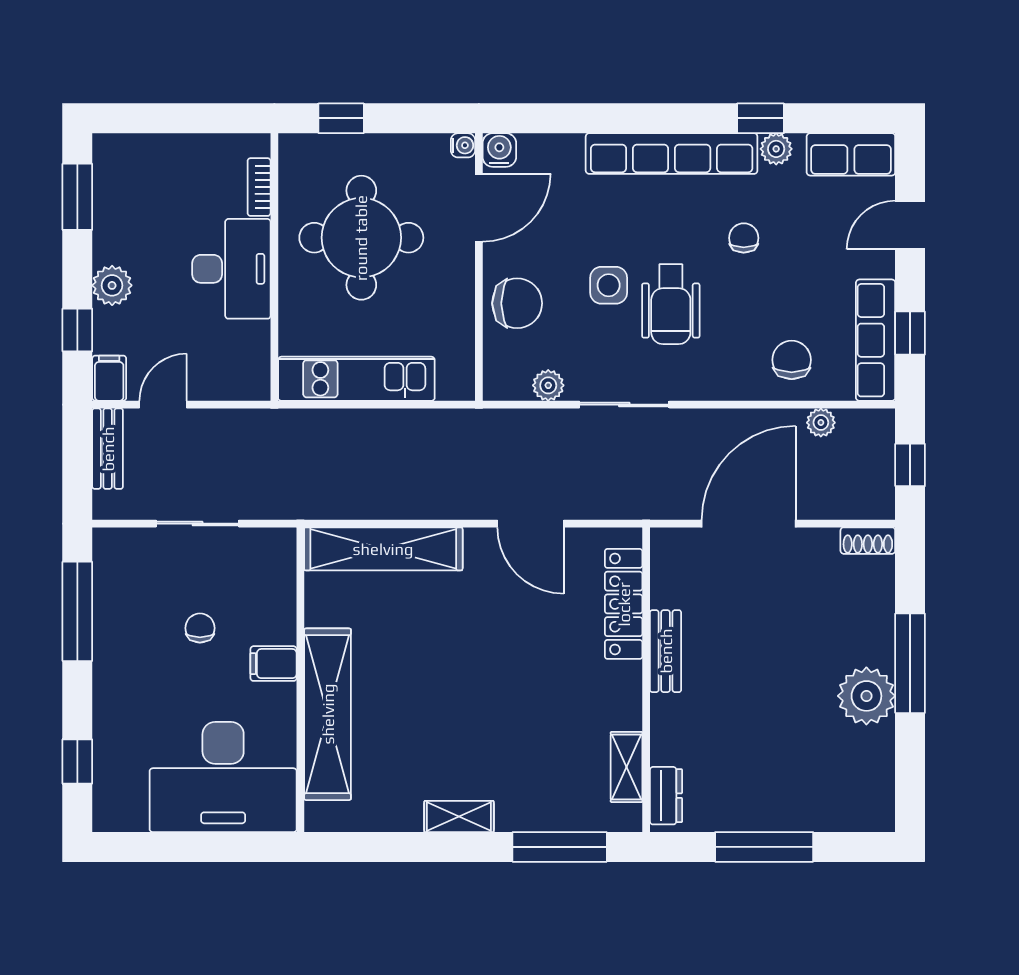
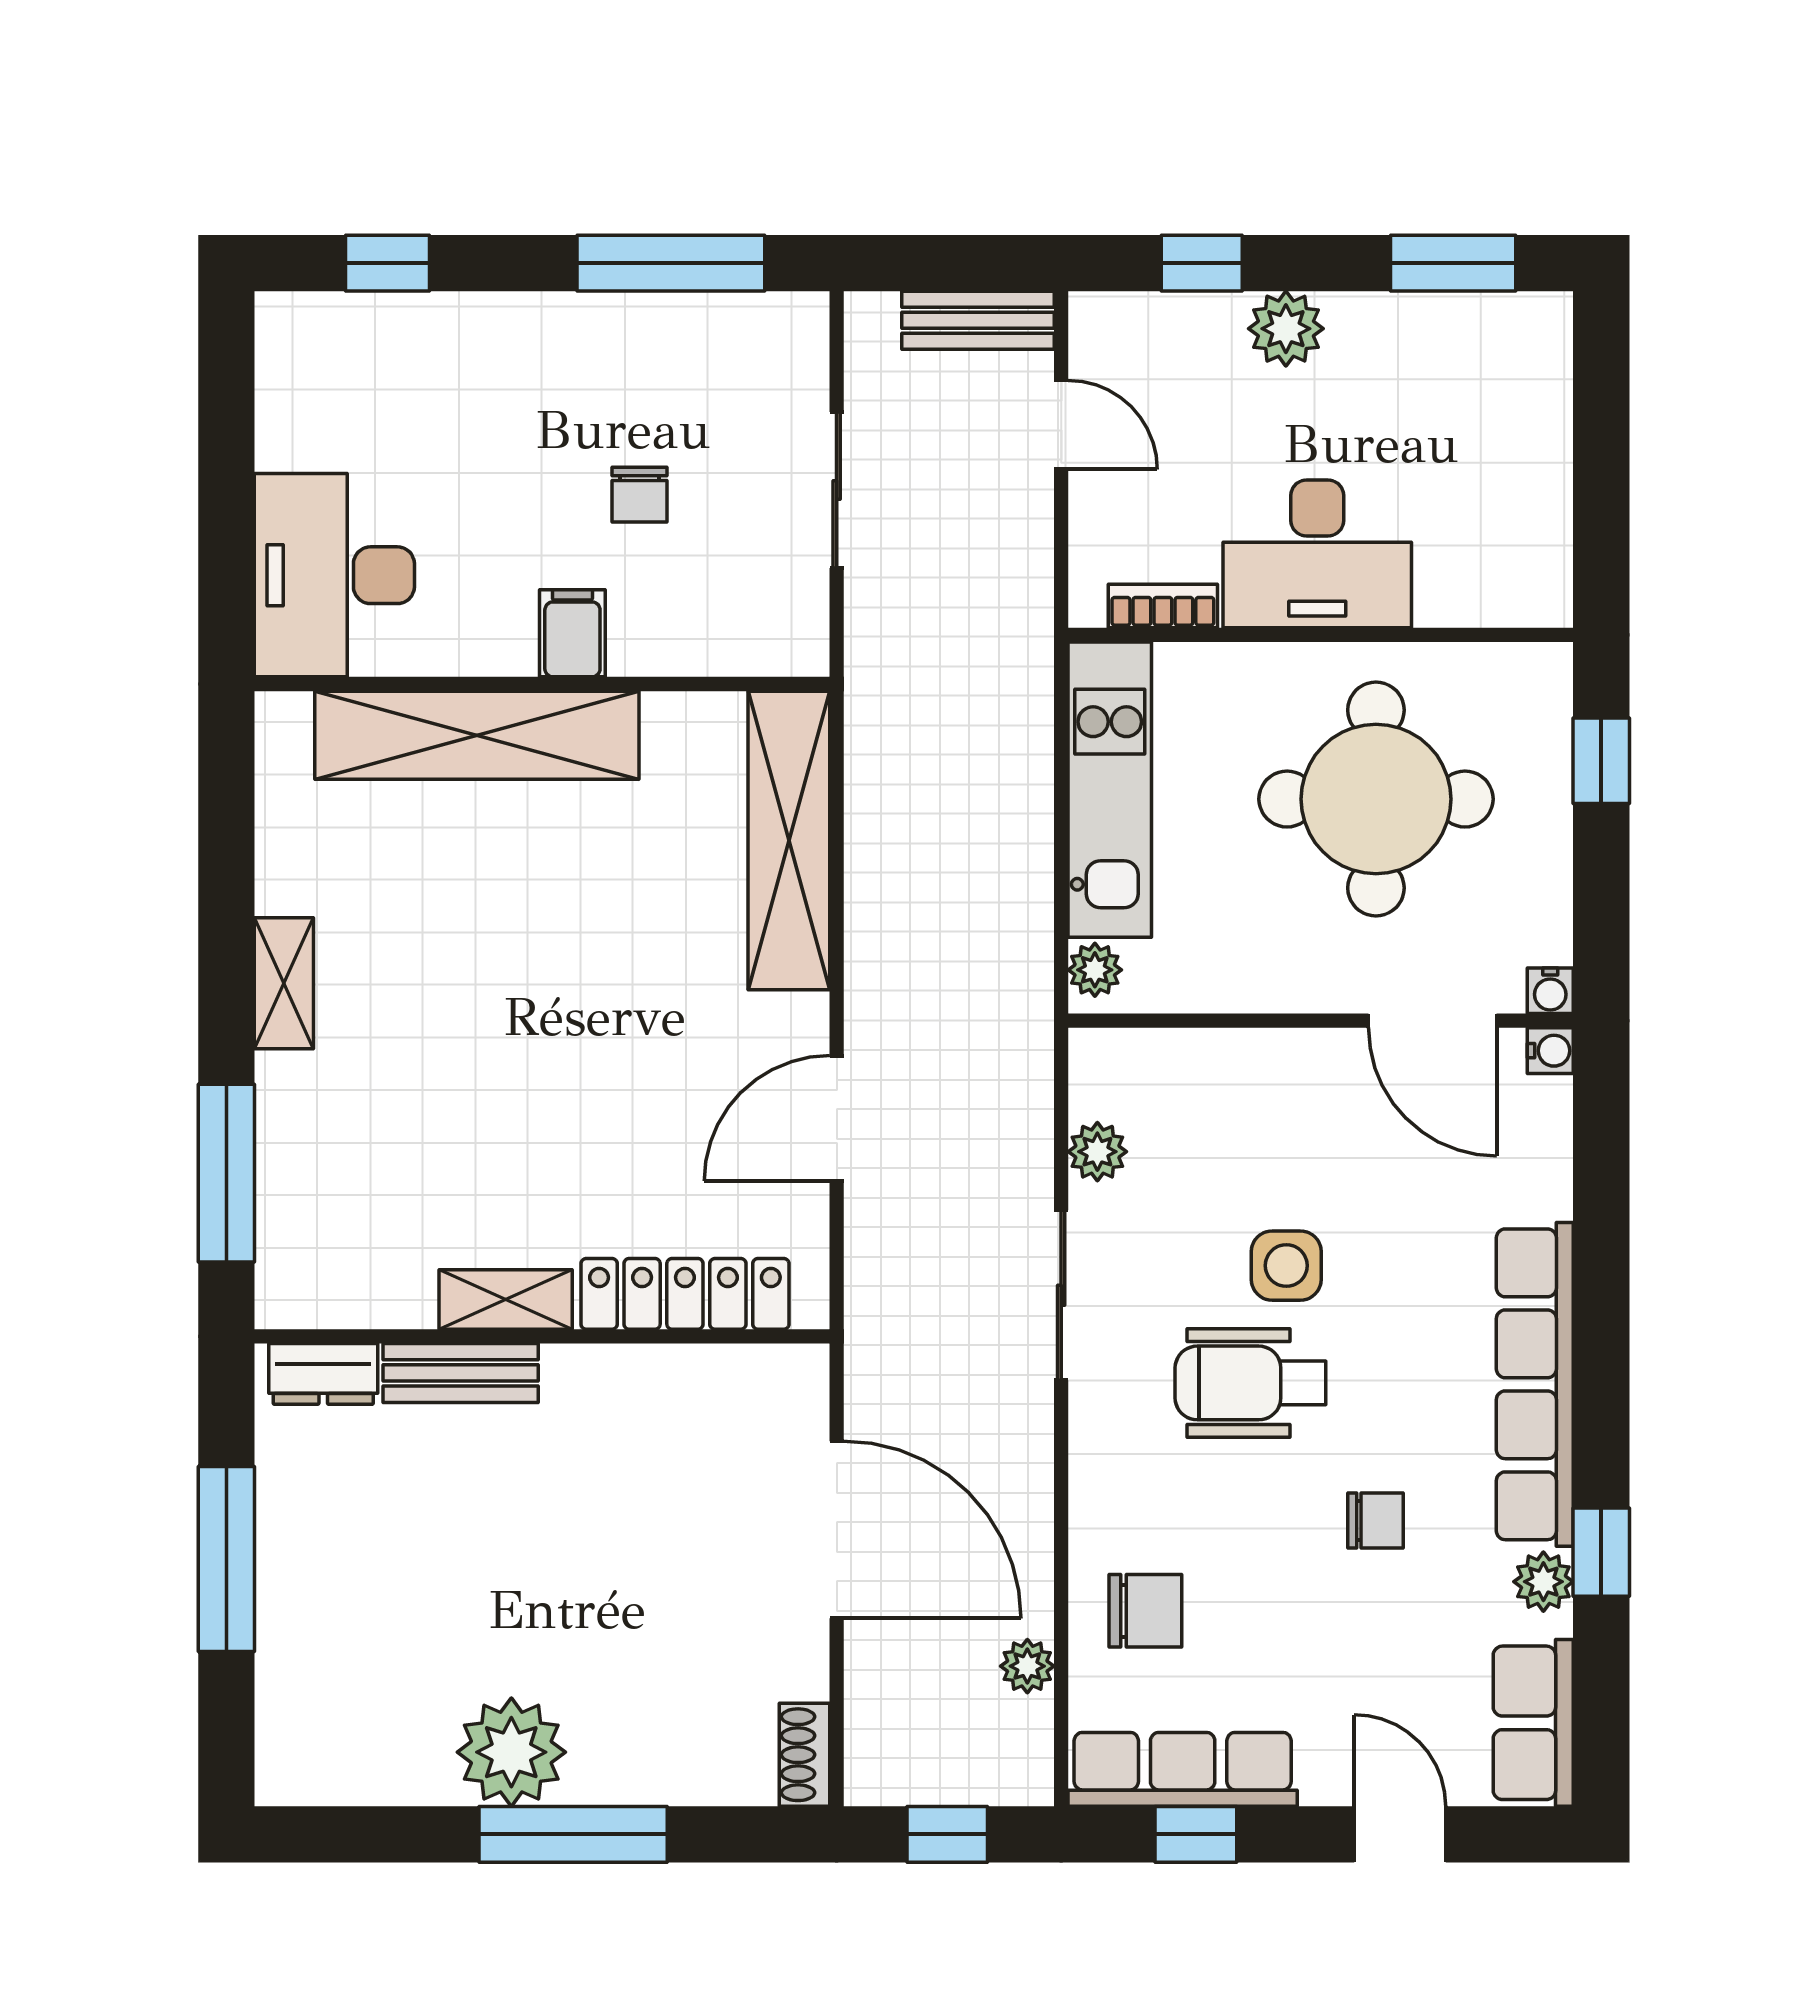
water cooler: (499, 150) -> (1550, 1051), width x0.72, depth x0.72
bookcase: (259, 187) -> (1163, 606), moved
chair: (517, 303) -> (1252, 1093), removed
filing cabinet: (109, 378) -> (1111, 323), removed
plant: (452, 387) -> (1095, 970), added
chair: (200, 628) -> (639, 495), turned 90
bench: (666, 651) -> (461, 1373), moved
shelving: (627, 767) -> (506, 1299), moved
desk: (223, 777) -> (334, 575), width x0.73, depth x0.77

